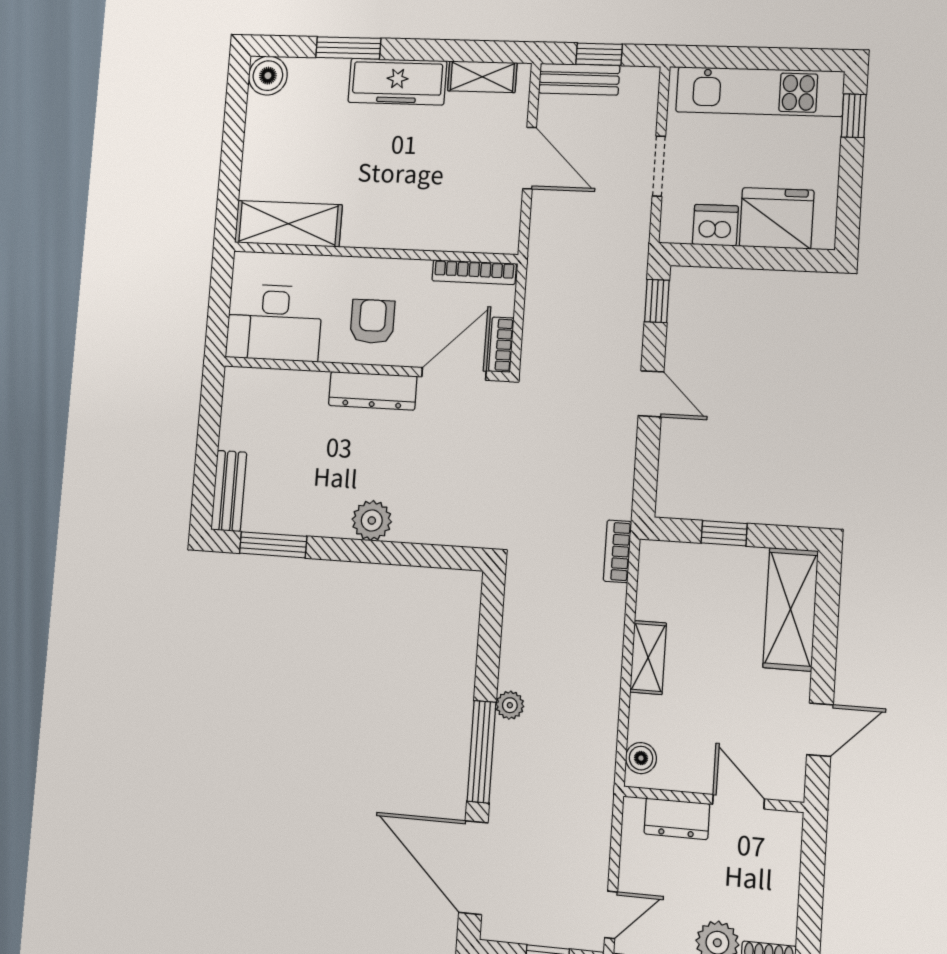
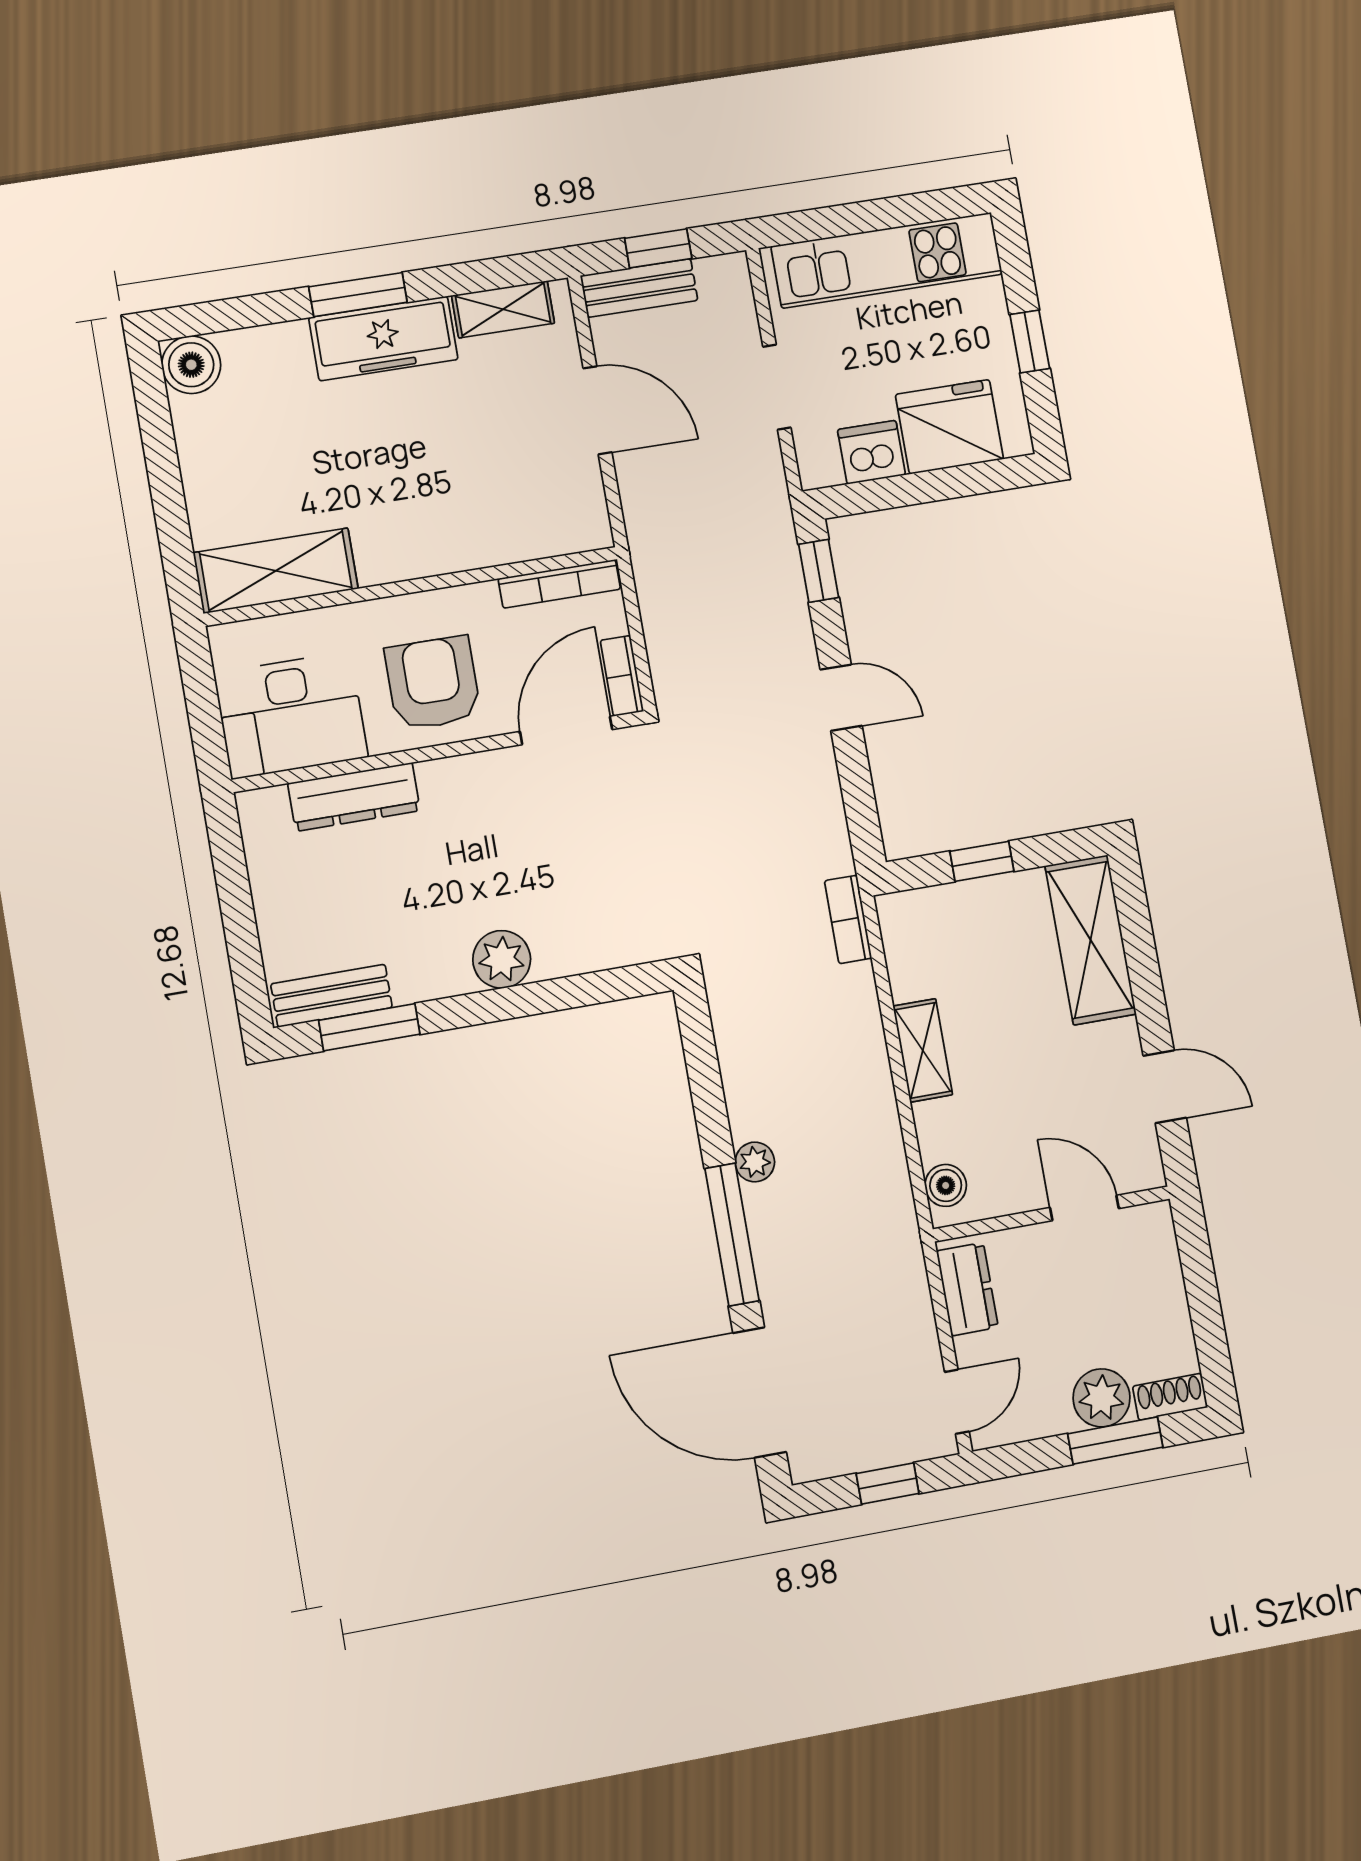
window: (348, 48) -> (358, 295), moved
window: (854, 116) -> (1030, 341), moved
armchair: (372, 322) -> (433, 683), width x1.38, depth x1.38
dresser: (373, 391) -> (354, 797), moved
bench: (229, 491) -> (332, 996), moved, turned 90
door: (820, 730) -> (1165, 1087), hinge flipped
dresser: (677, 819) -> (967, 1289), moved, turned -90

